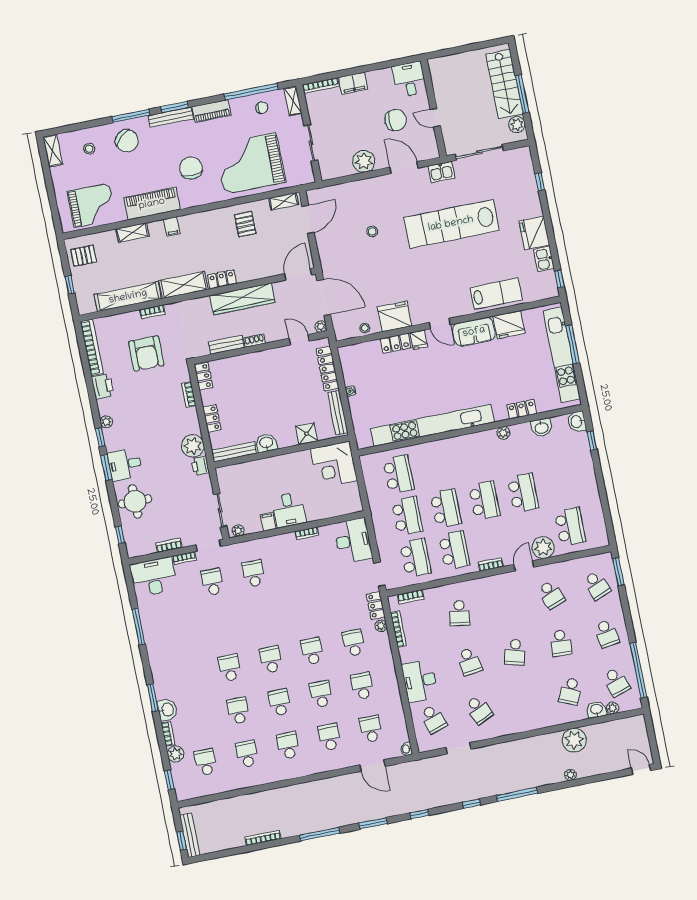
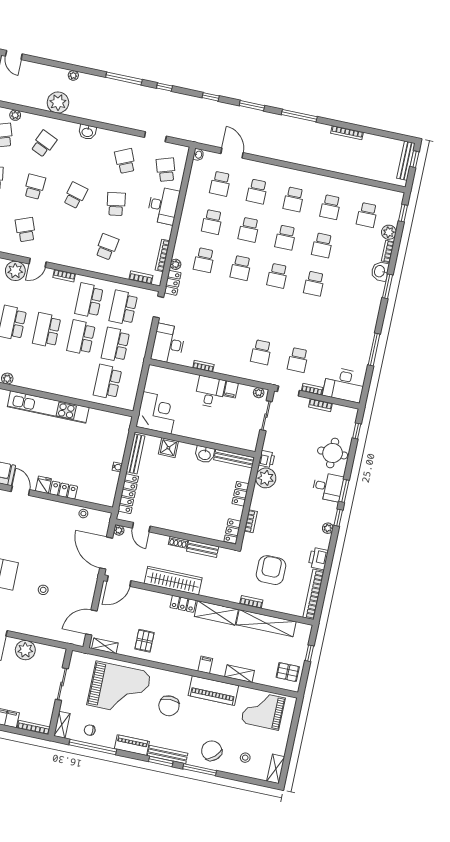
fridge: (395, 317) -> (55, 512), removed
kitchen unit: (432, 425) -> (48, 407), width x0.73
washbasin: (596, 710) -> (87, 132), moved

